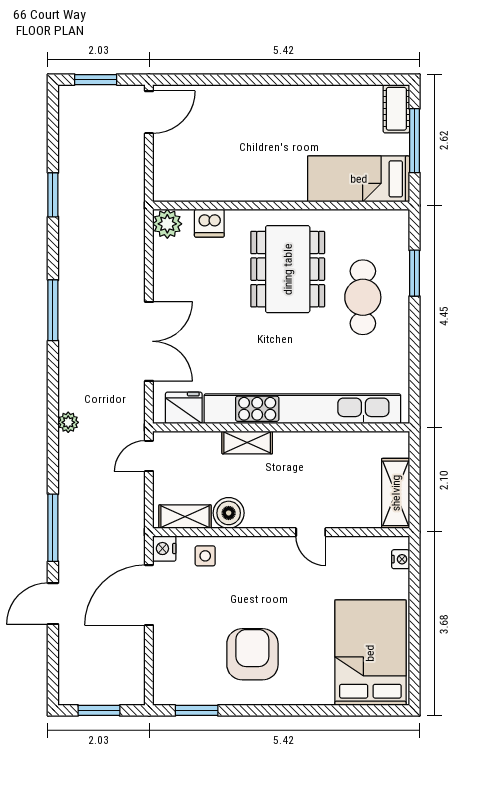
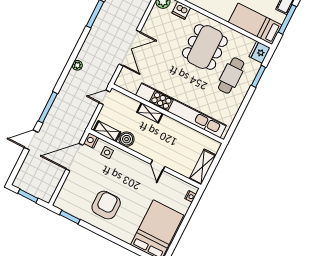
fridge: (184, 408) -> (260, 52), moved, turned -90

